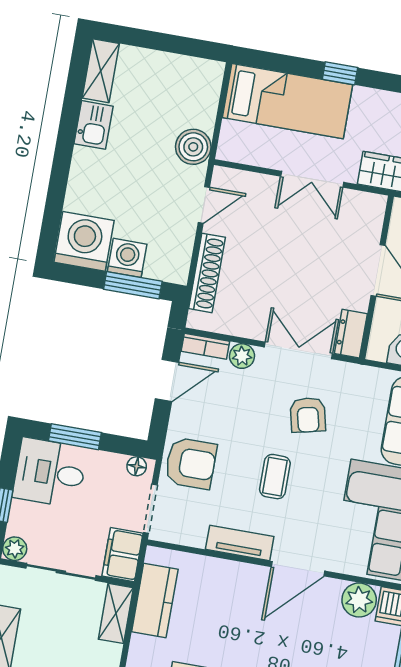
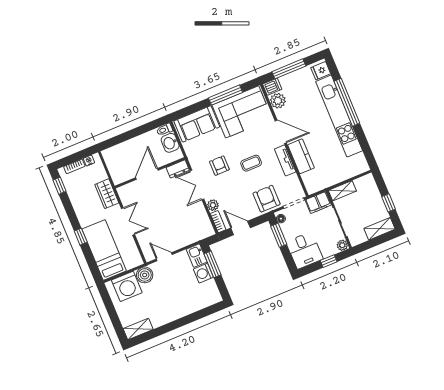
kitchen sink: (94, 125) -> (197, 256), moved, turned -90
washing machine: (84, 241) -> (127, 286), moved, turned -90
shoe rack: (207, 273) -> (190, 239), removed
armchair: (308, 415) -> (219, 166), turned -77
window: (75, 437) -> (279, 235), moved
kitchen counter: (155, 600) -> (301, 156), moved, turned 90

